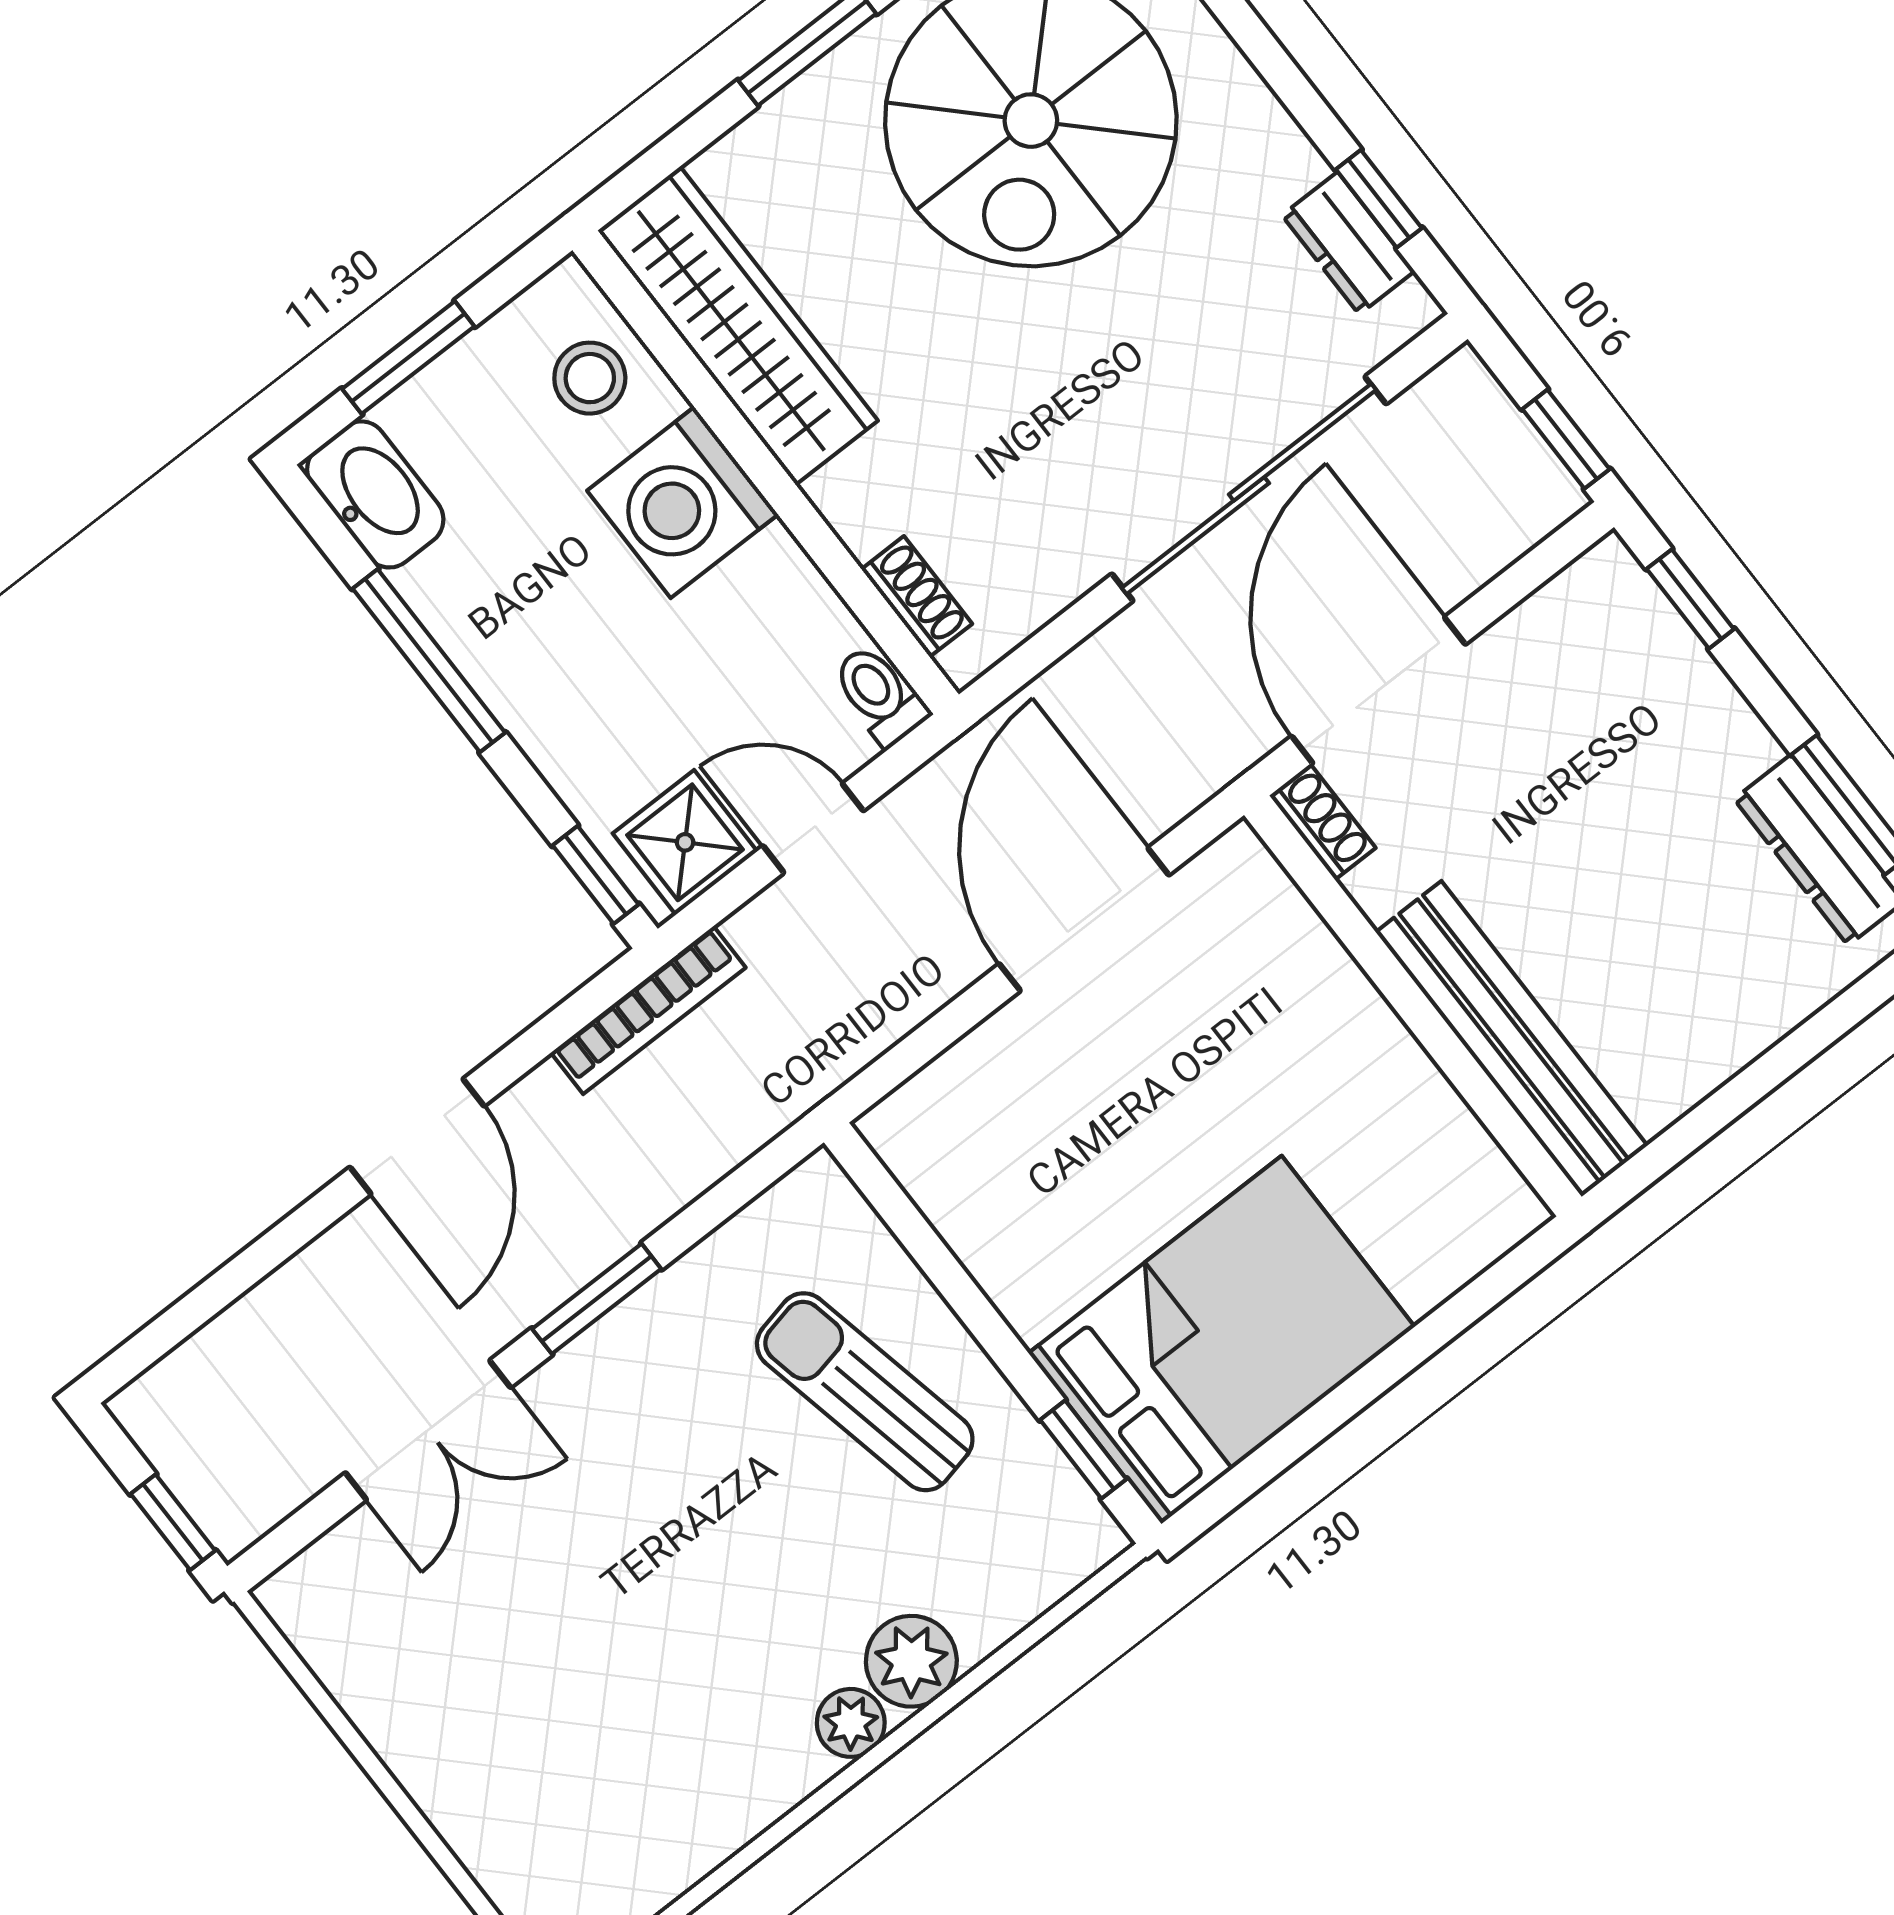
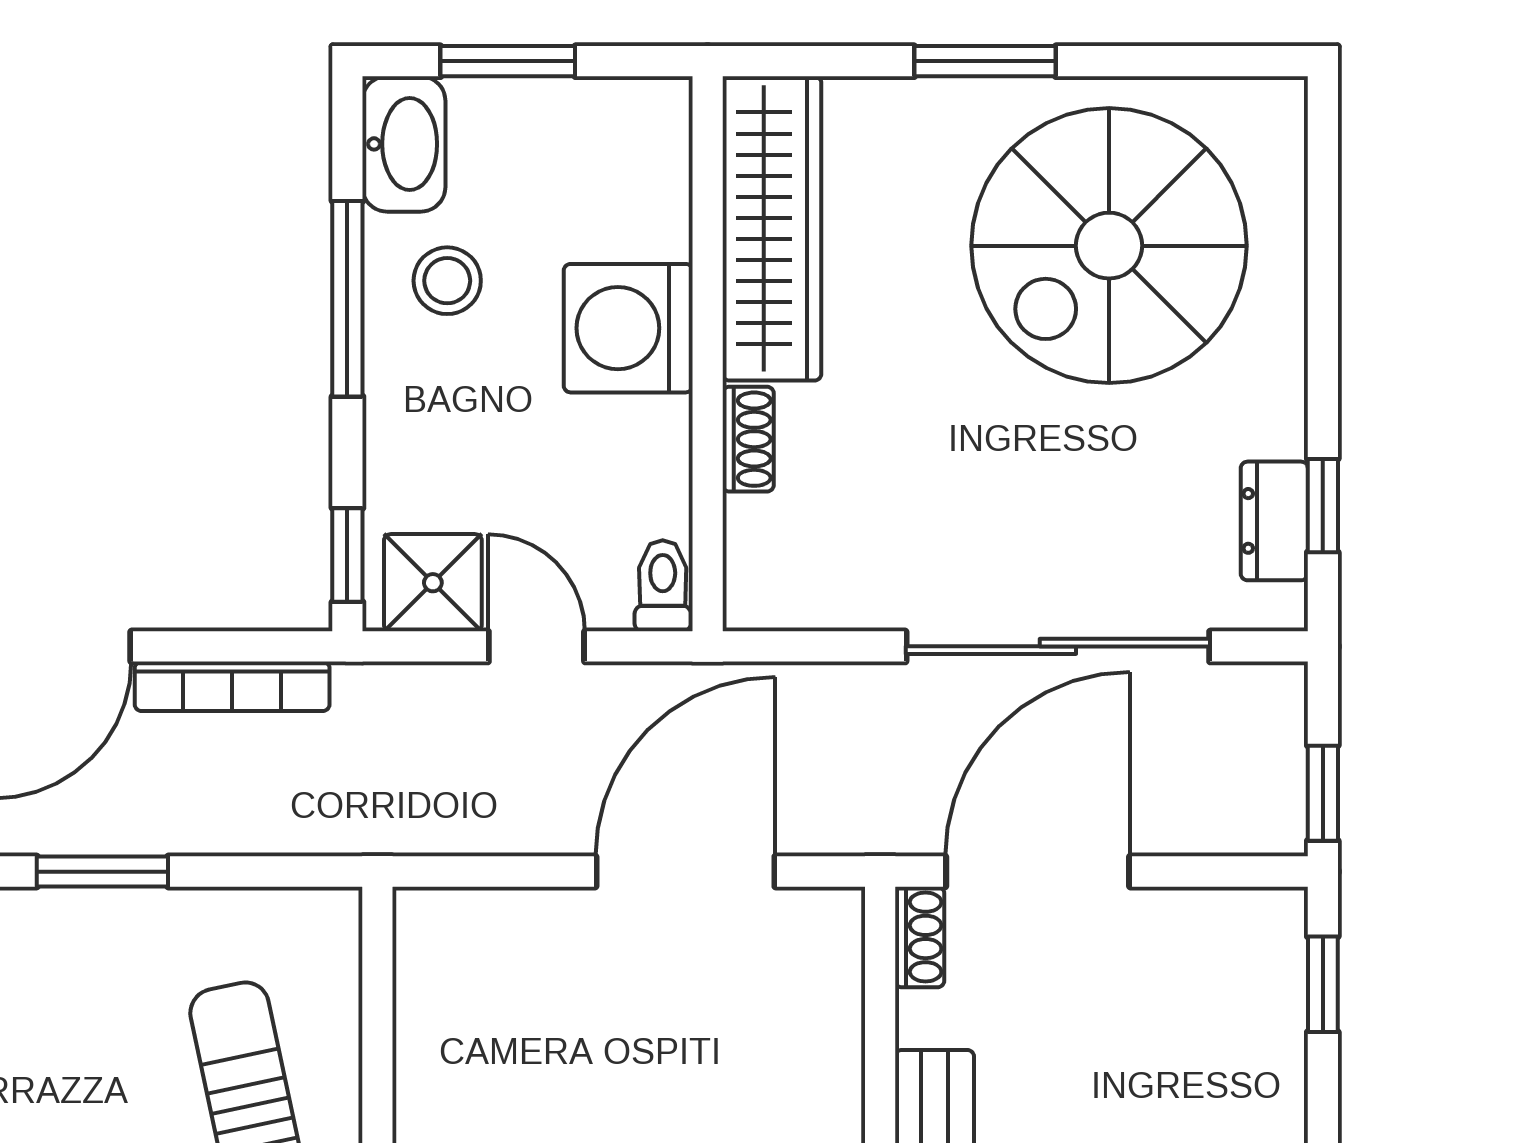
stool: (590, 378) -> (447, 281), moved
shoe rack: (917, 596) -> (748, 439), moved
bookcase: (648, 1010) -> (232, 686), moved

